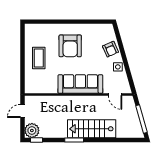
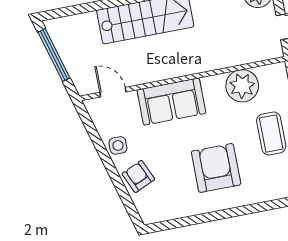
sofa: (80, 84) -> (171, 101), width x0.73
plant: (49, 85) -> (242, 86), added

